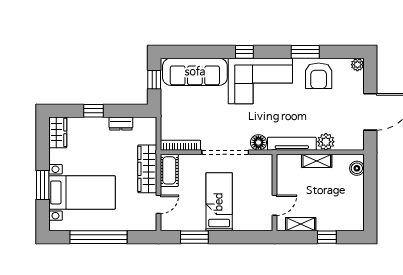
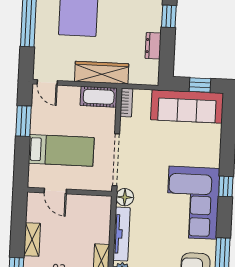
sofa: (195, 72) -> (187, 106), moved, turned -90
bookcase: (180, 145) -> (126, 103), width x0.64
wall: (275, 192) -> (70, 192), moved
door: (158, 204) -> (47, 82), moved
door: (275, 205) -> (55, 191), moved

